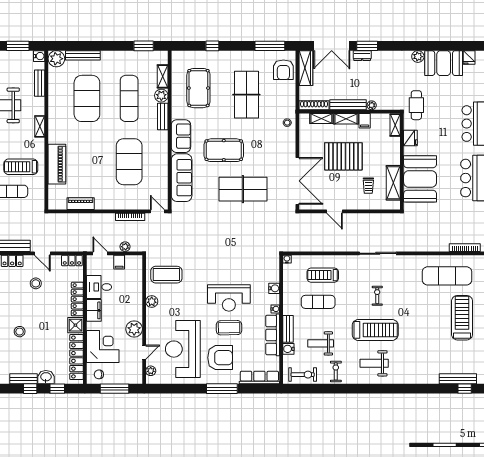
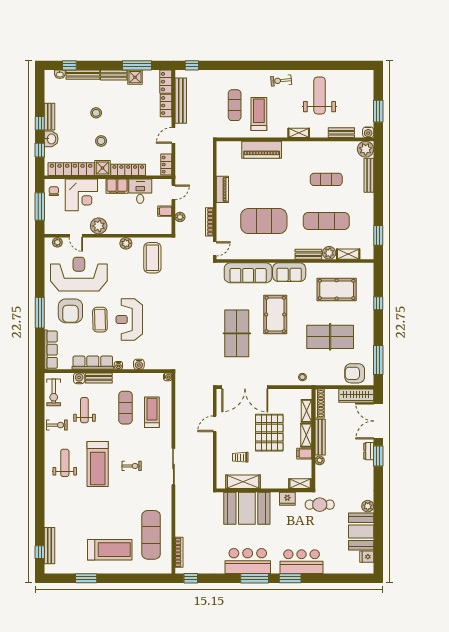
exercise mat: (87, 98) -> (326, 179), width x0.50, depth x0.69
piano: (81, 204) -> (222, 189), moved
stool: (36, 283) -> (101, 141), moved

